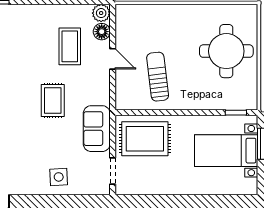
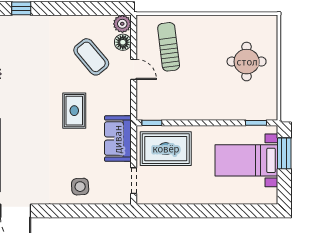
coffee table: (70, 46) -> (91, 57), turned -40
round table: (226, 51) -> (247, 62), width x0.73, depth x0.73
sun lounger: (158, 77) -> (169, 47), moved
window: (131, 113) -> (152, 123), added

